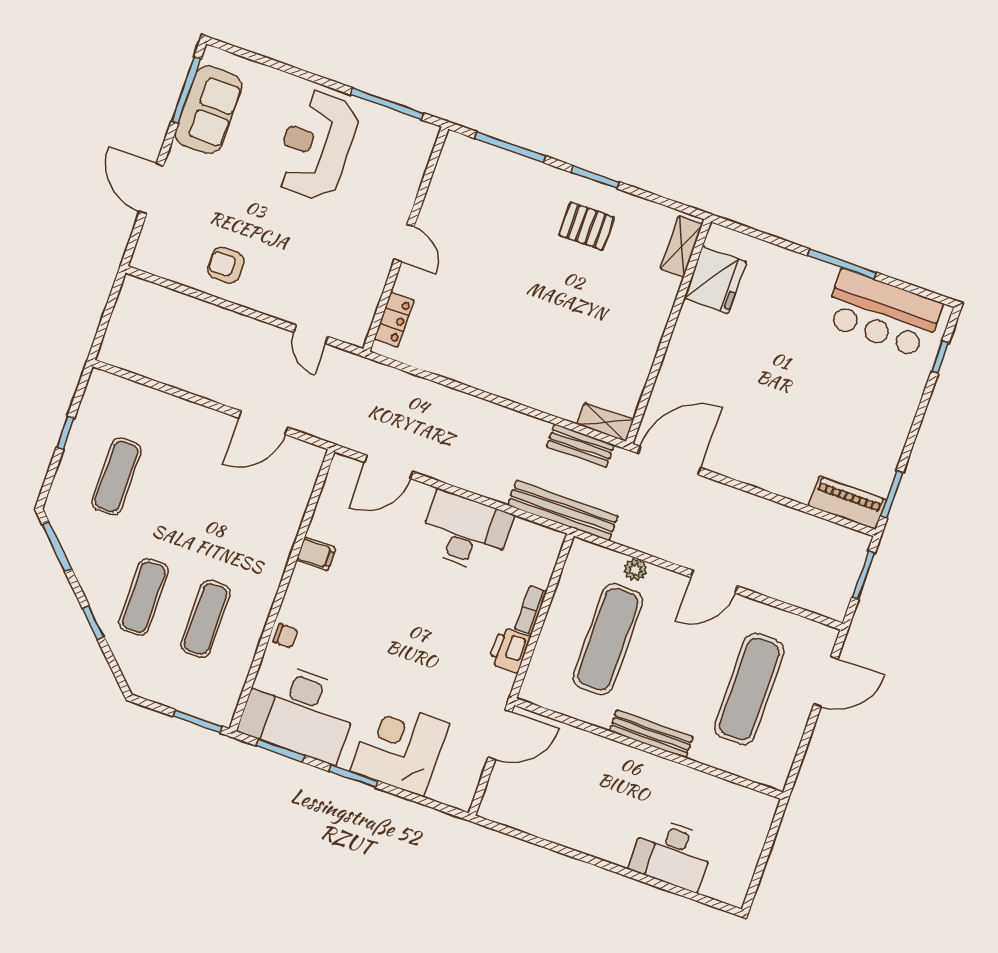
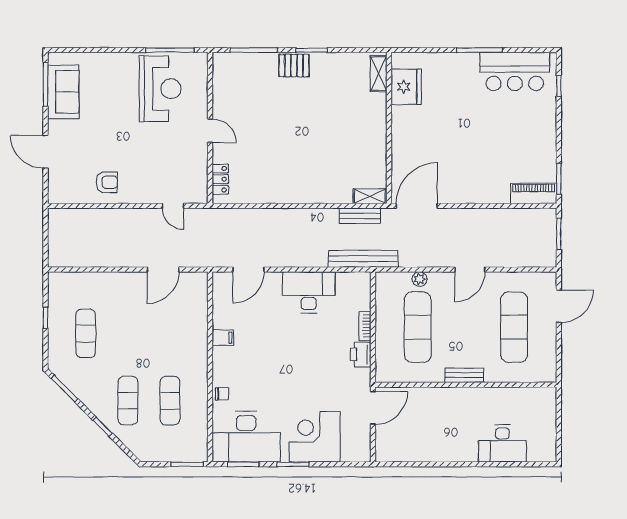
reception desk: (316, 145) -> (160, 89), moved, turned 180
pallet: (587, 226) -> (294, 66), moved
armchair: (226, 265) -> (107, 182), turned 180
bench: (651, 734) -> (464, 375), width x0.73

